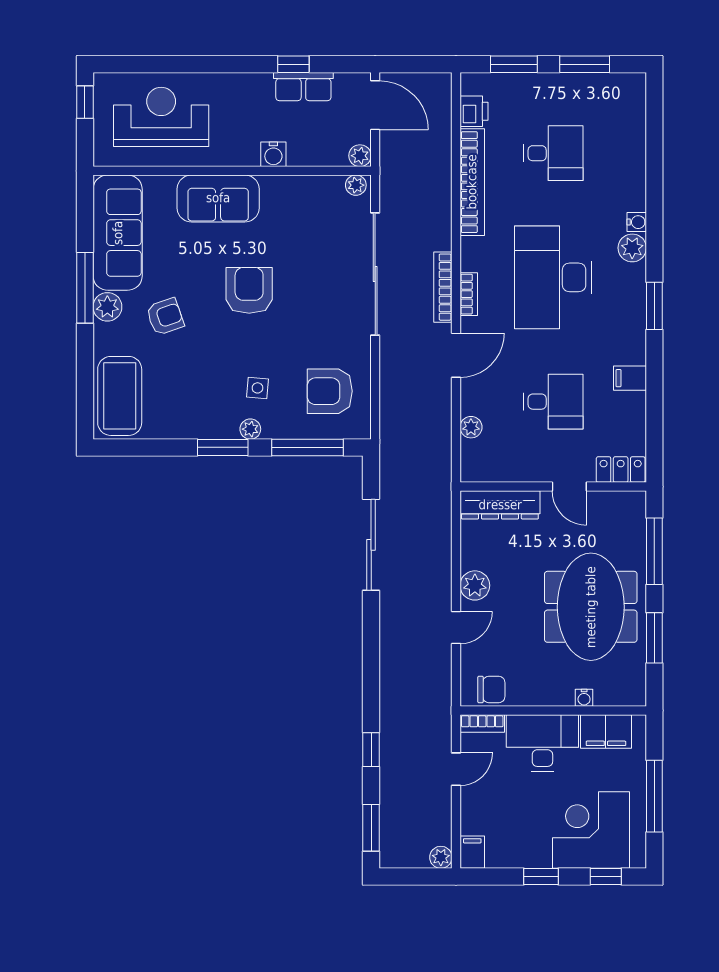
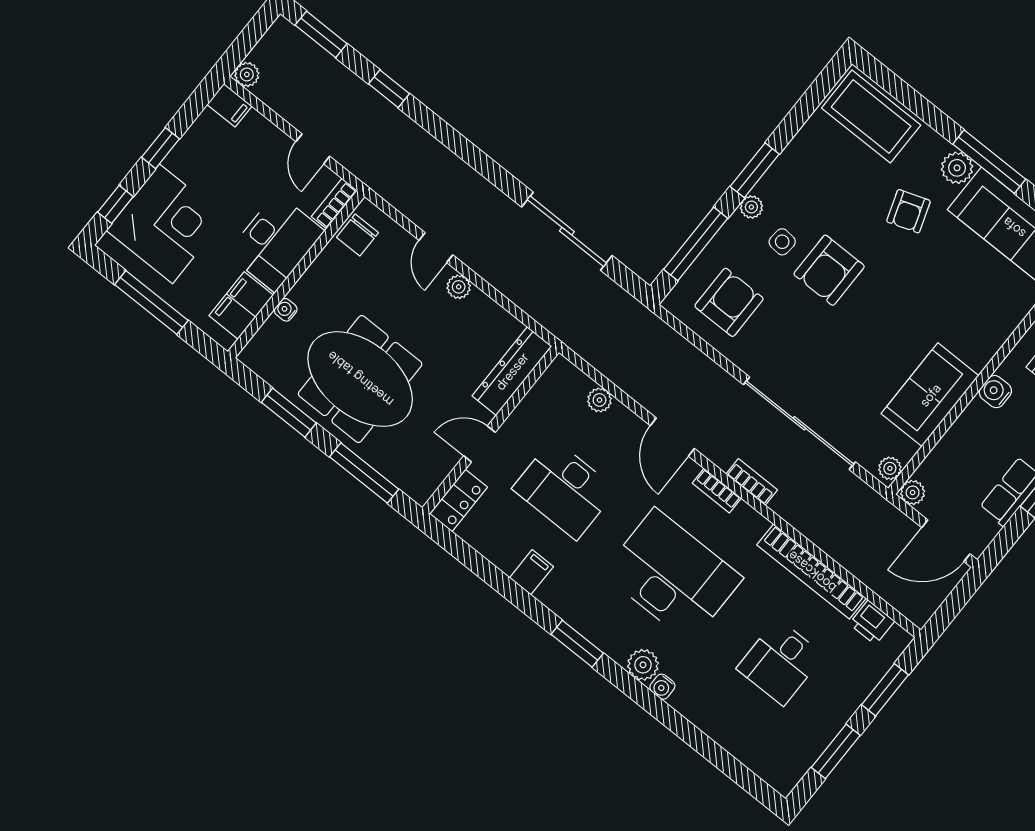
water cooler: (273, 154) -> (995, 392), moved
sofa: (218, 198) -> (930, 395), moved
bookcase: (443, 287) -> (752, 482), width x0.64
armchair: (249, 290) -> (829, 270), moved, turned 90
desk: (553, 402) -> (565, 489), width x1.37
plant: (475, 585) -> (459, 287), width x0.73, depth x0.73

